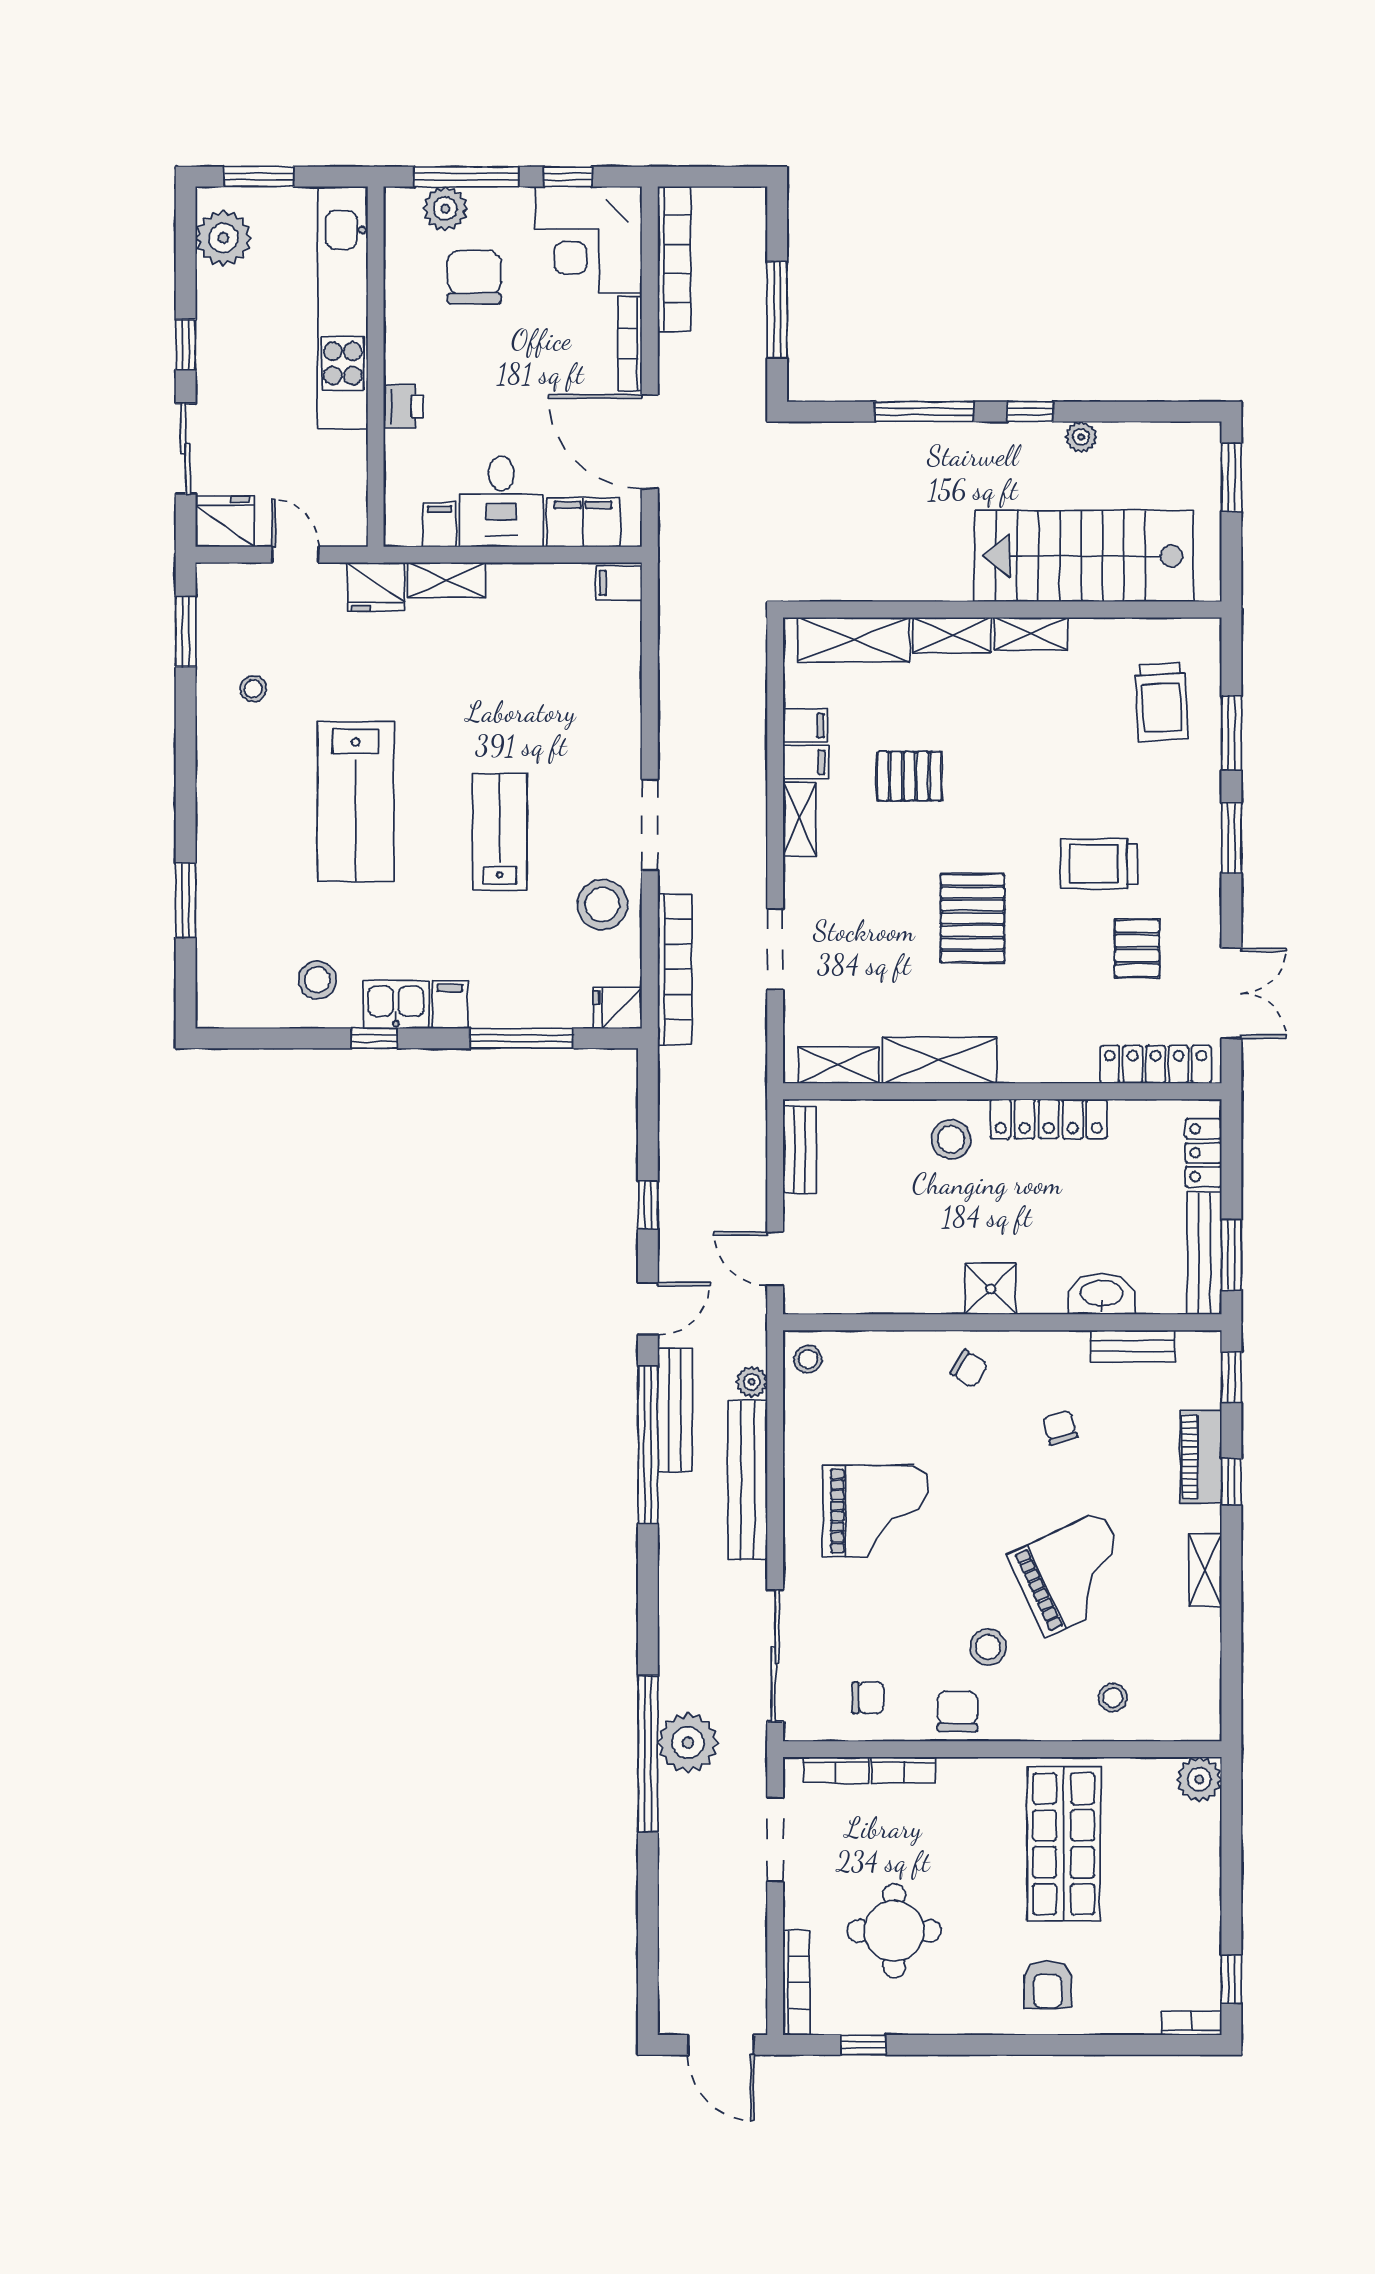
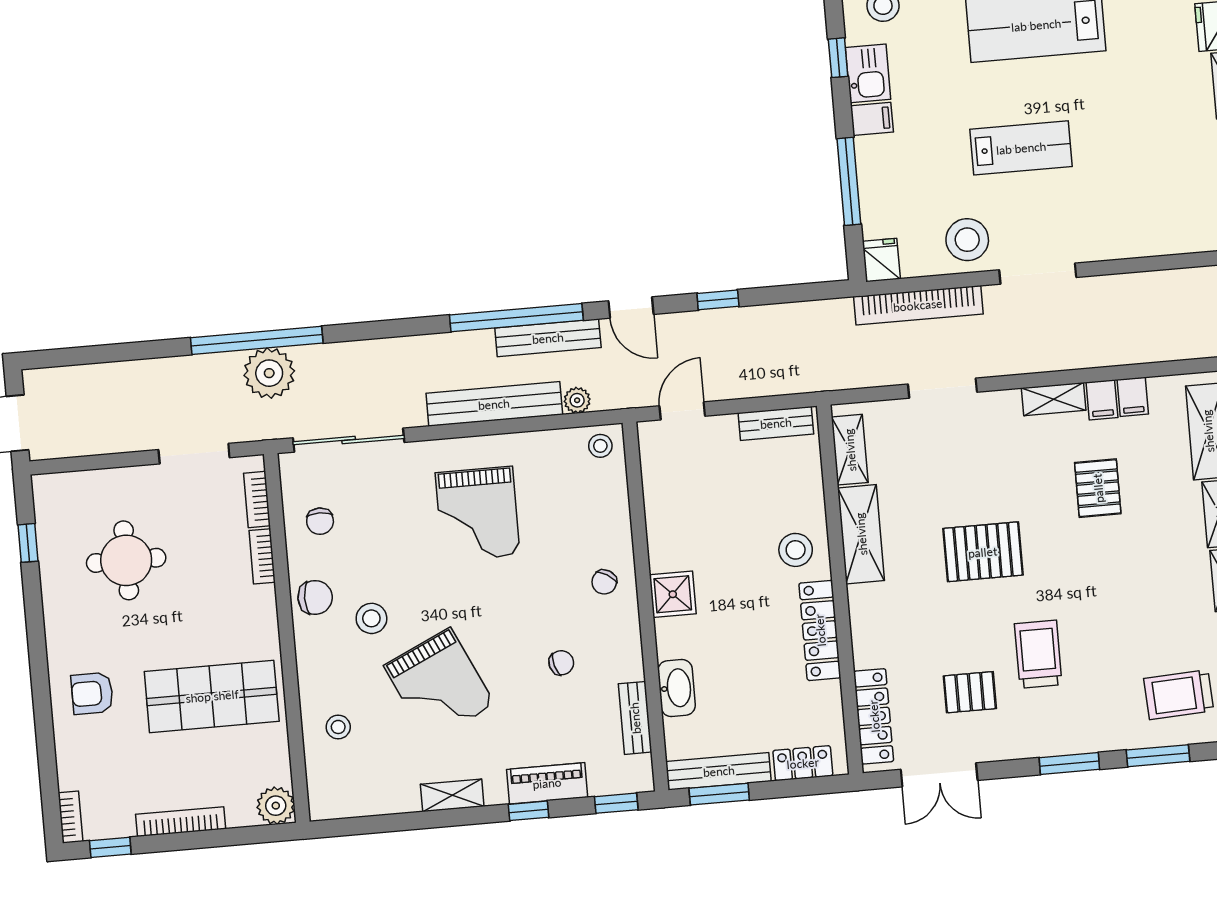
bookcase: (796, 1983) -> (181, 822), moved, turned 180

